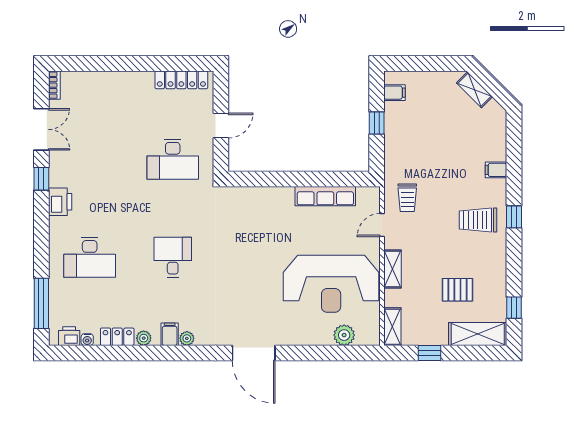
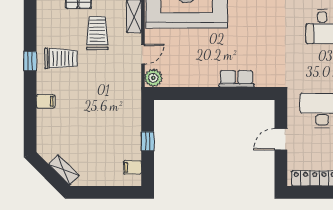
row of seats: (325, 196) -> (236, 79), moved, width x0.68
plant: (370, 197) -> (153, 78), added
trolley: (407, 198) -> (97, 33), moved, width x1.36, depth x1.39

